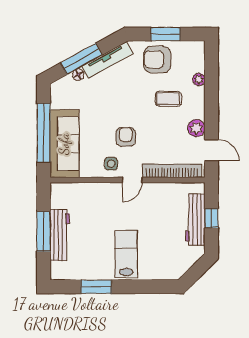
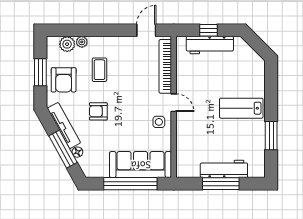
plant: (196, 128) -> (67, 44), moved
armchair: (126, 137) -> (98, 111), moved

